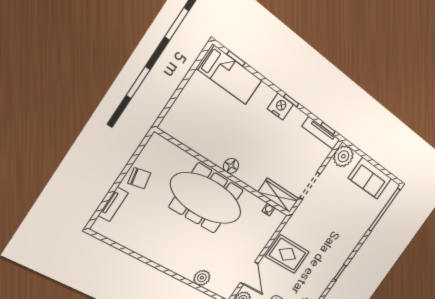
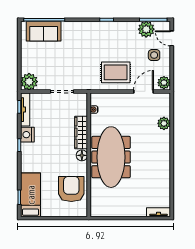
nightstand: (280, 107) -> (27, 135), moved
armchair: (202, 129) -> (71, 189), added
chair: (139, 178) -> (123, 207), removed
sofa: (370, 178) -> (44, 31), moved, turned 90
wardrobe: (279, 195) -> (81, 133), moved
tv unit: (113, 204) -> (158, 212), moved
rug: (287, 254) -> (116, 72), turned 90

